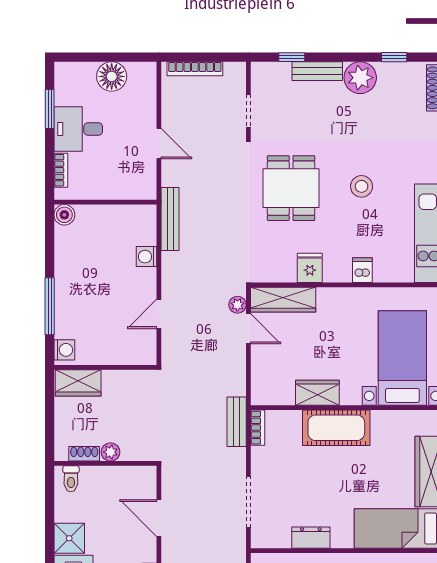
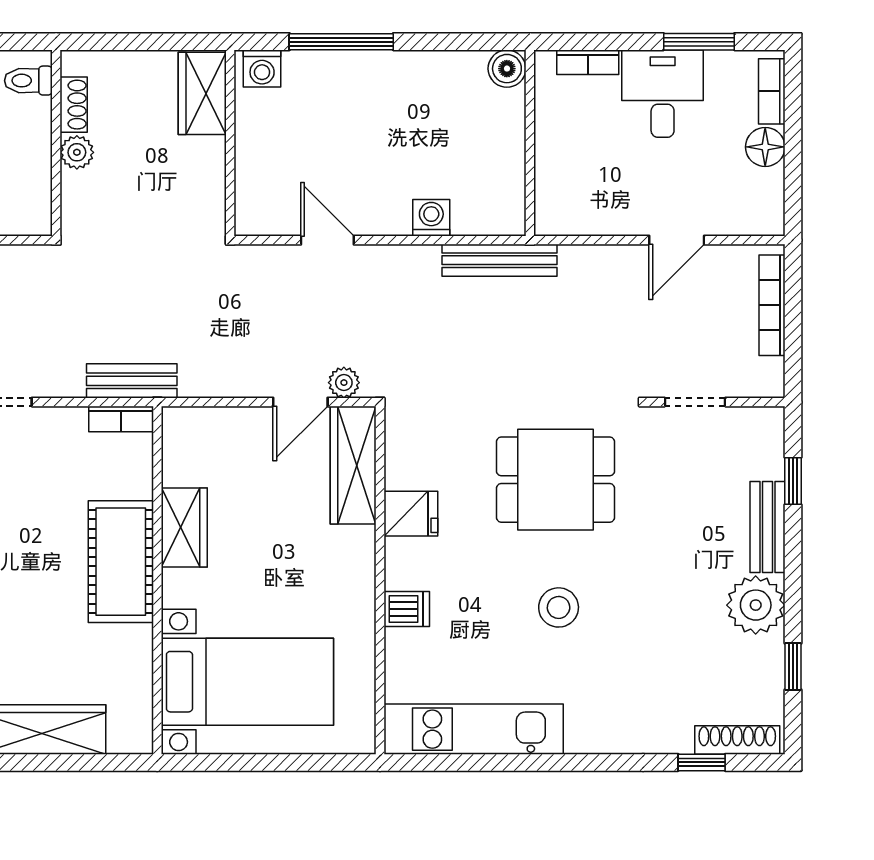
bookcase: (77, 69) -> (772, 91), added
floor lamp: (112, 76) -> (765, 147), width x0.73, depth x0.73
door: (159, 144) -> (677, 240), moved

